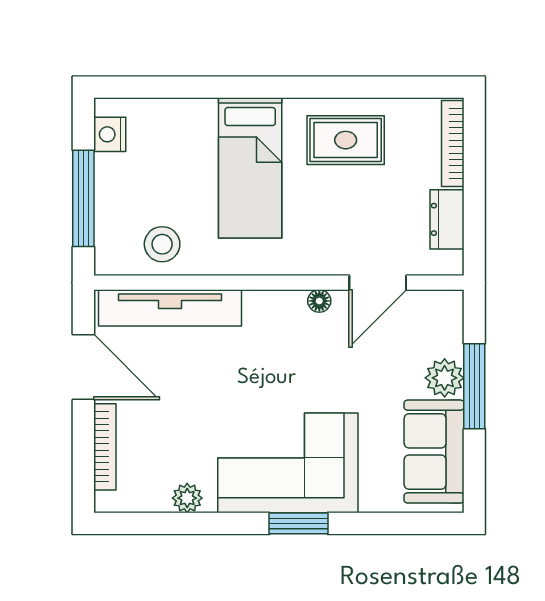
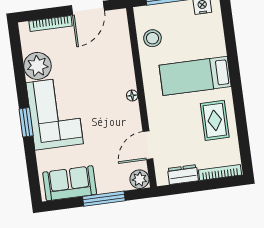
door: (378, 283) -> (148, 145), hinge flipped
floor lamp: (319, 301) -> (132, 96), moved
tv unit: (170, 308) -> (122, 46), removed
plant: (445, 378) -> (139, 179), moved
plant: (187, 498) -> (37, 66), width x1.88, depth x1.88

